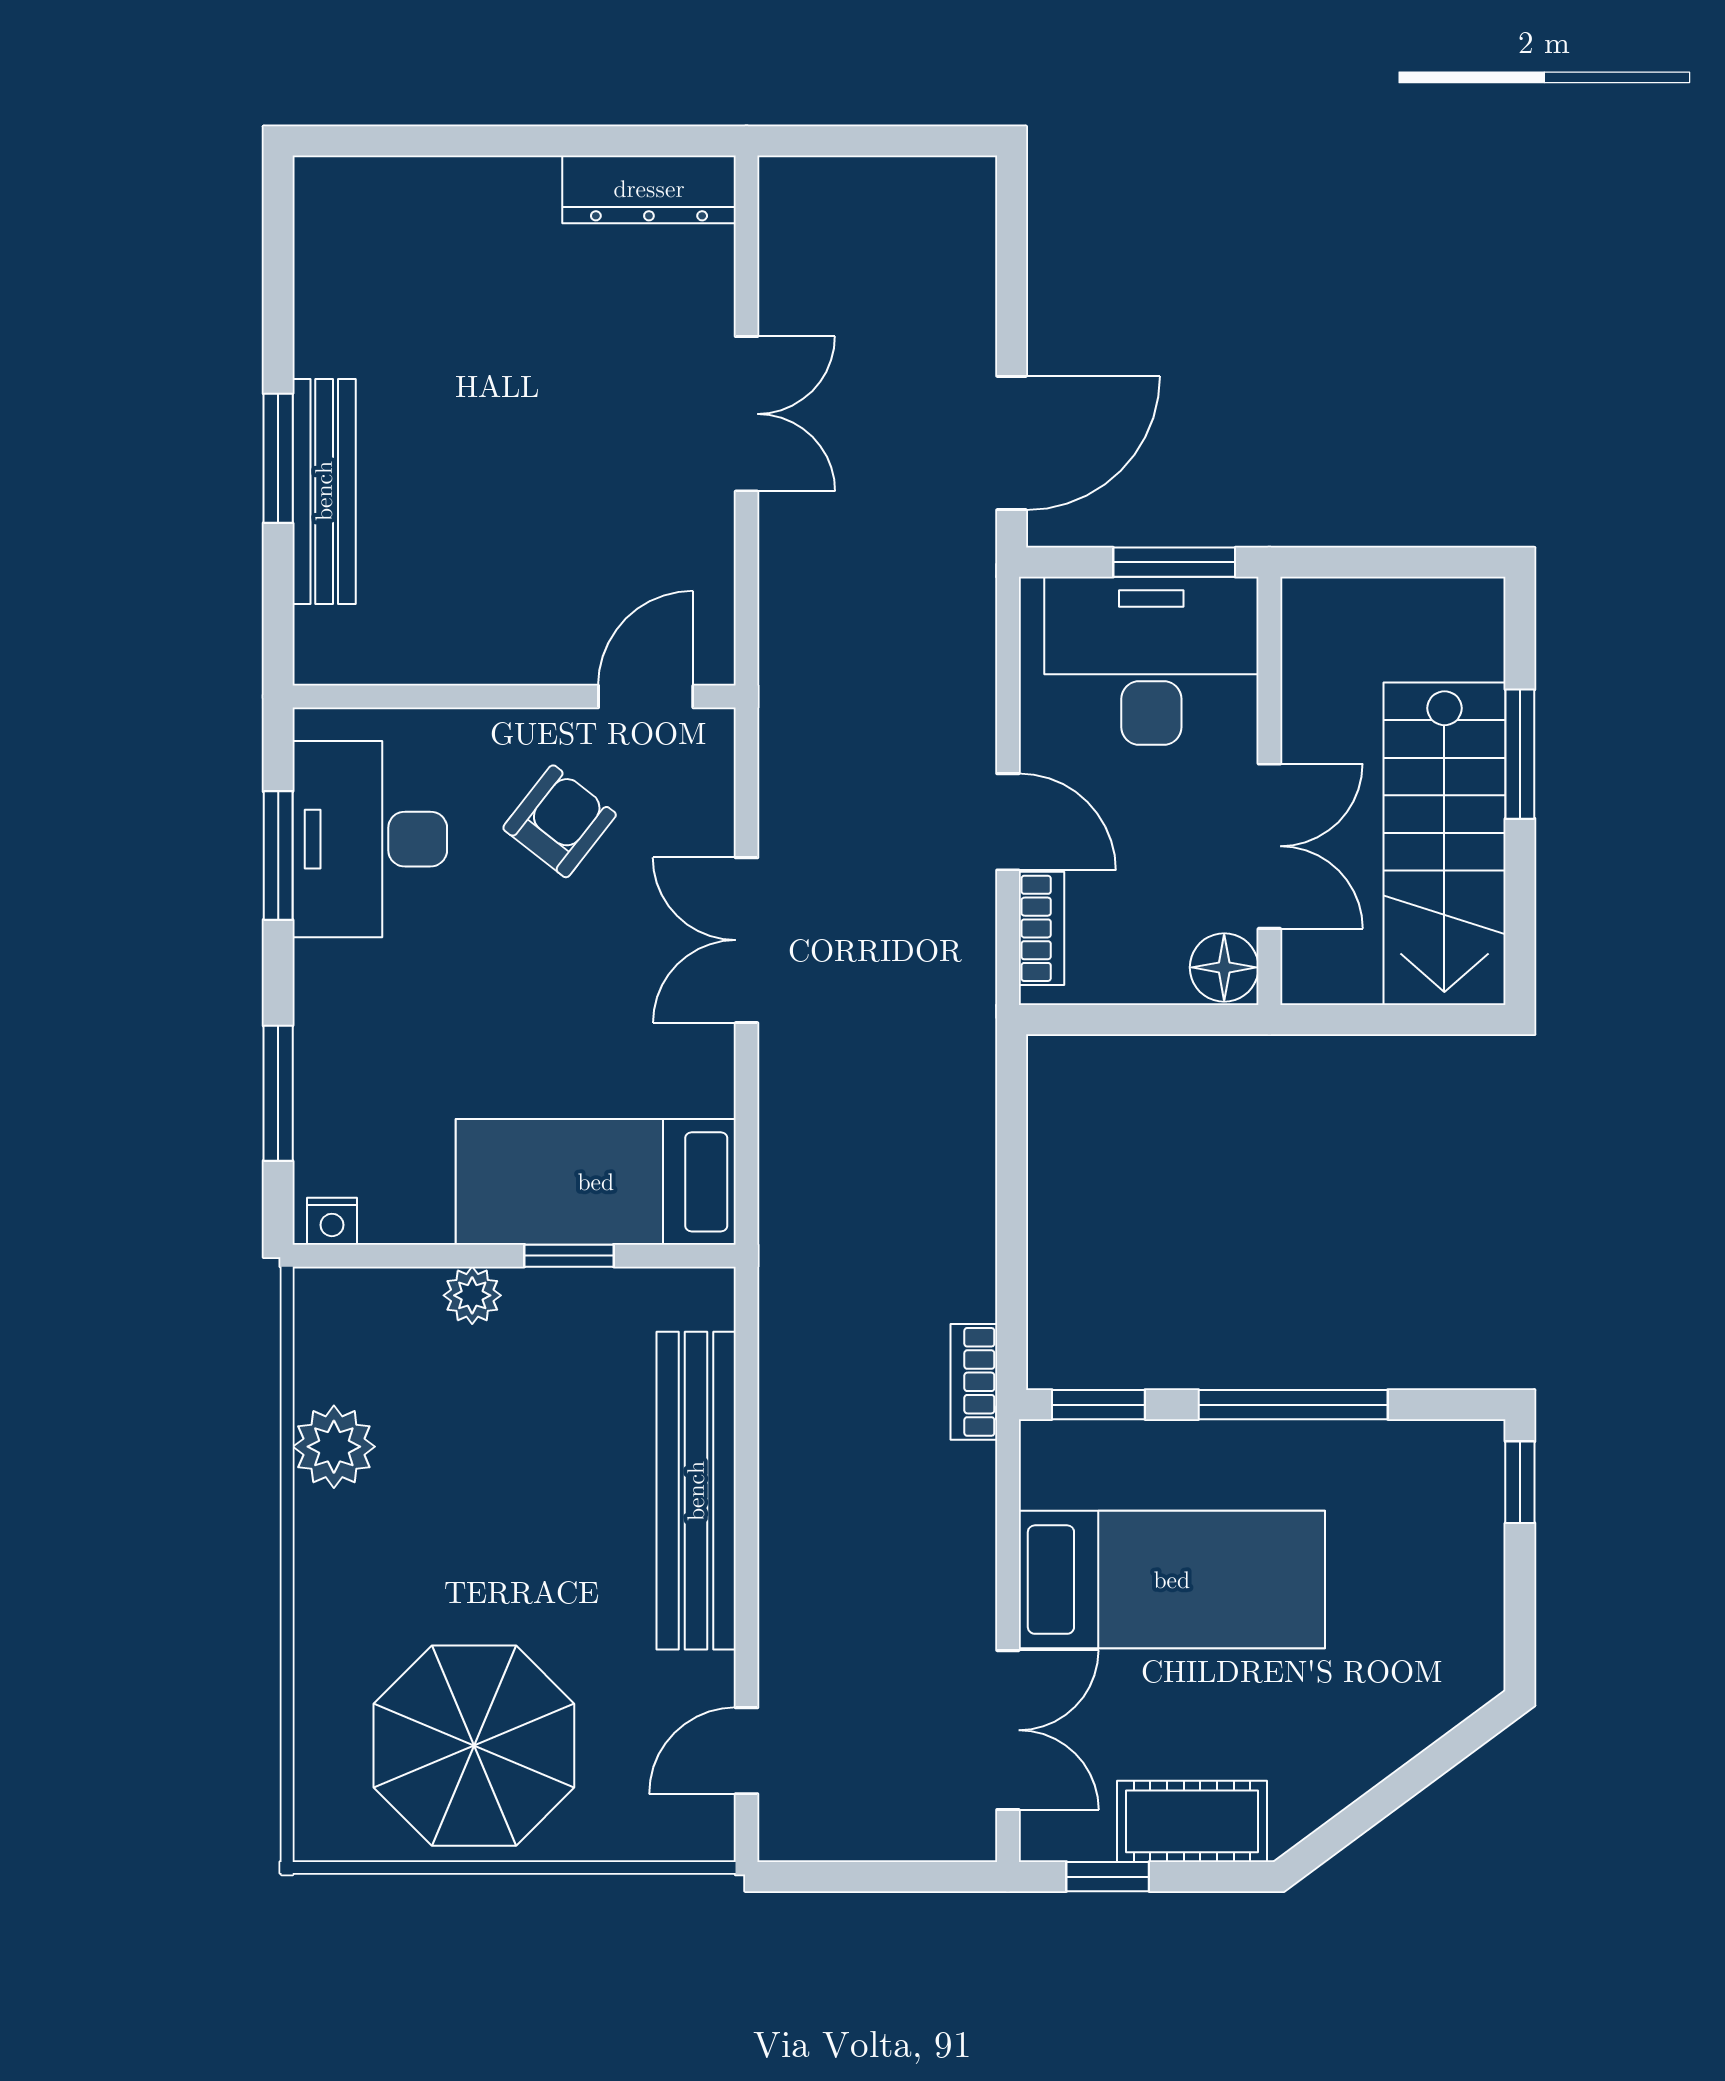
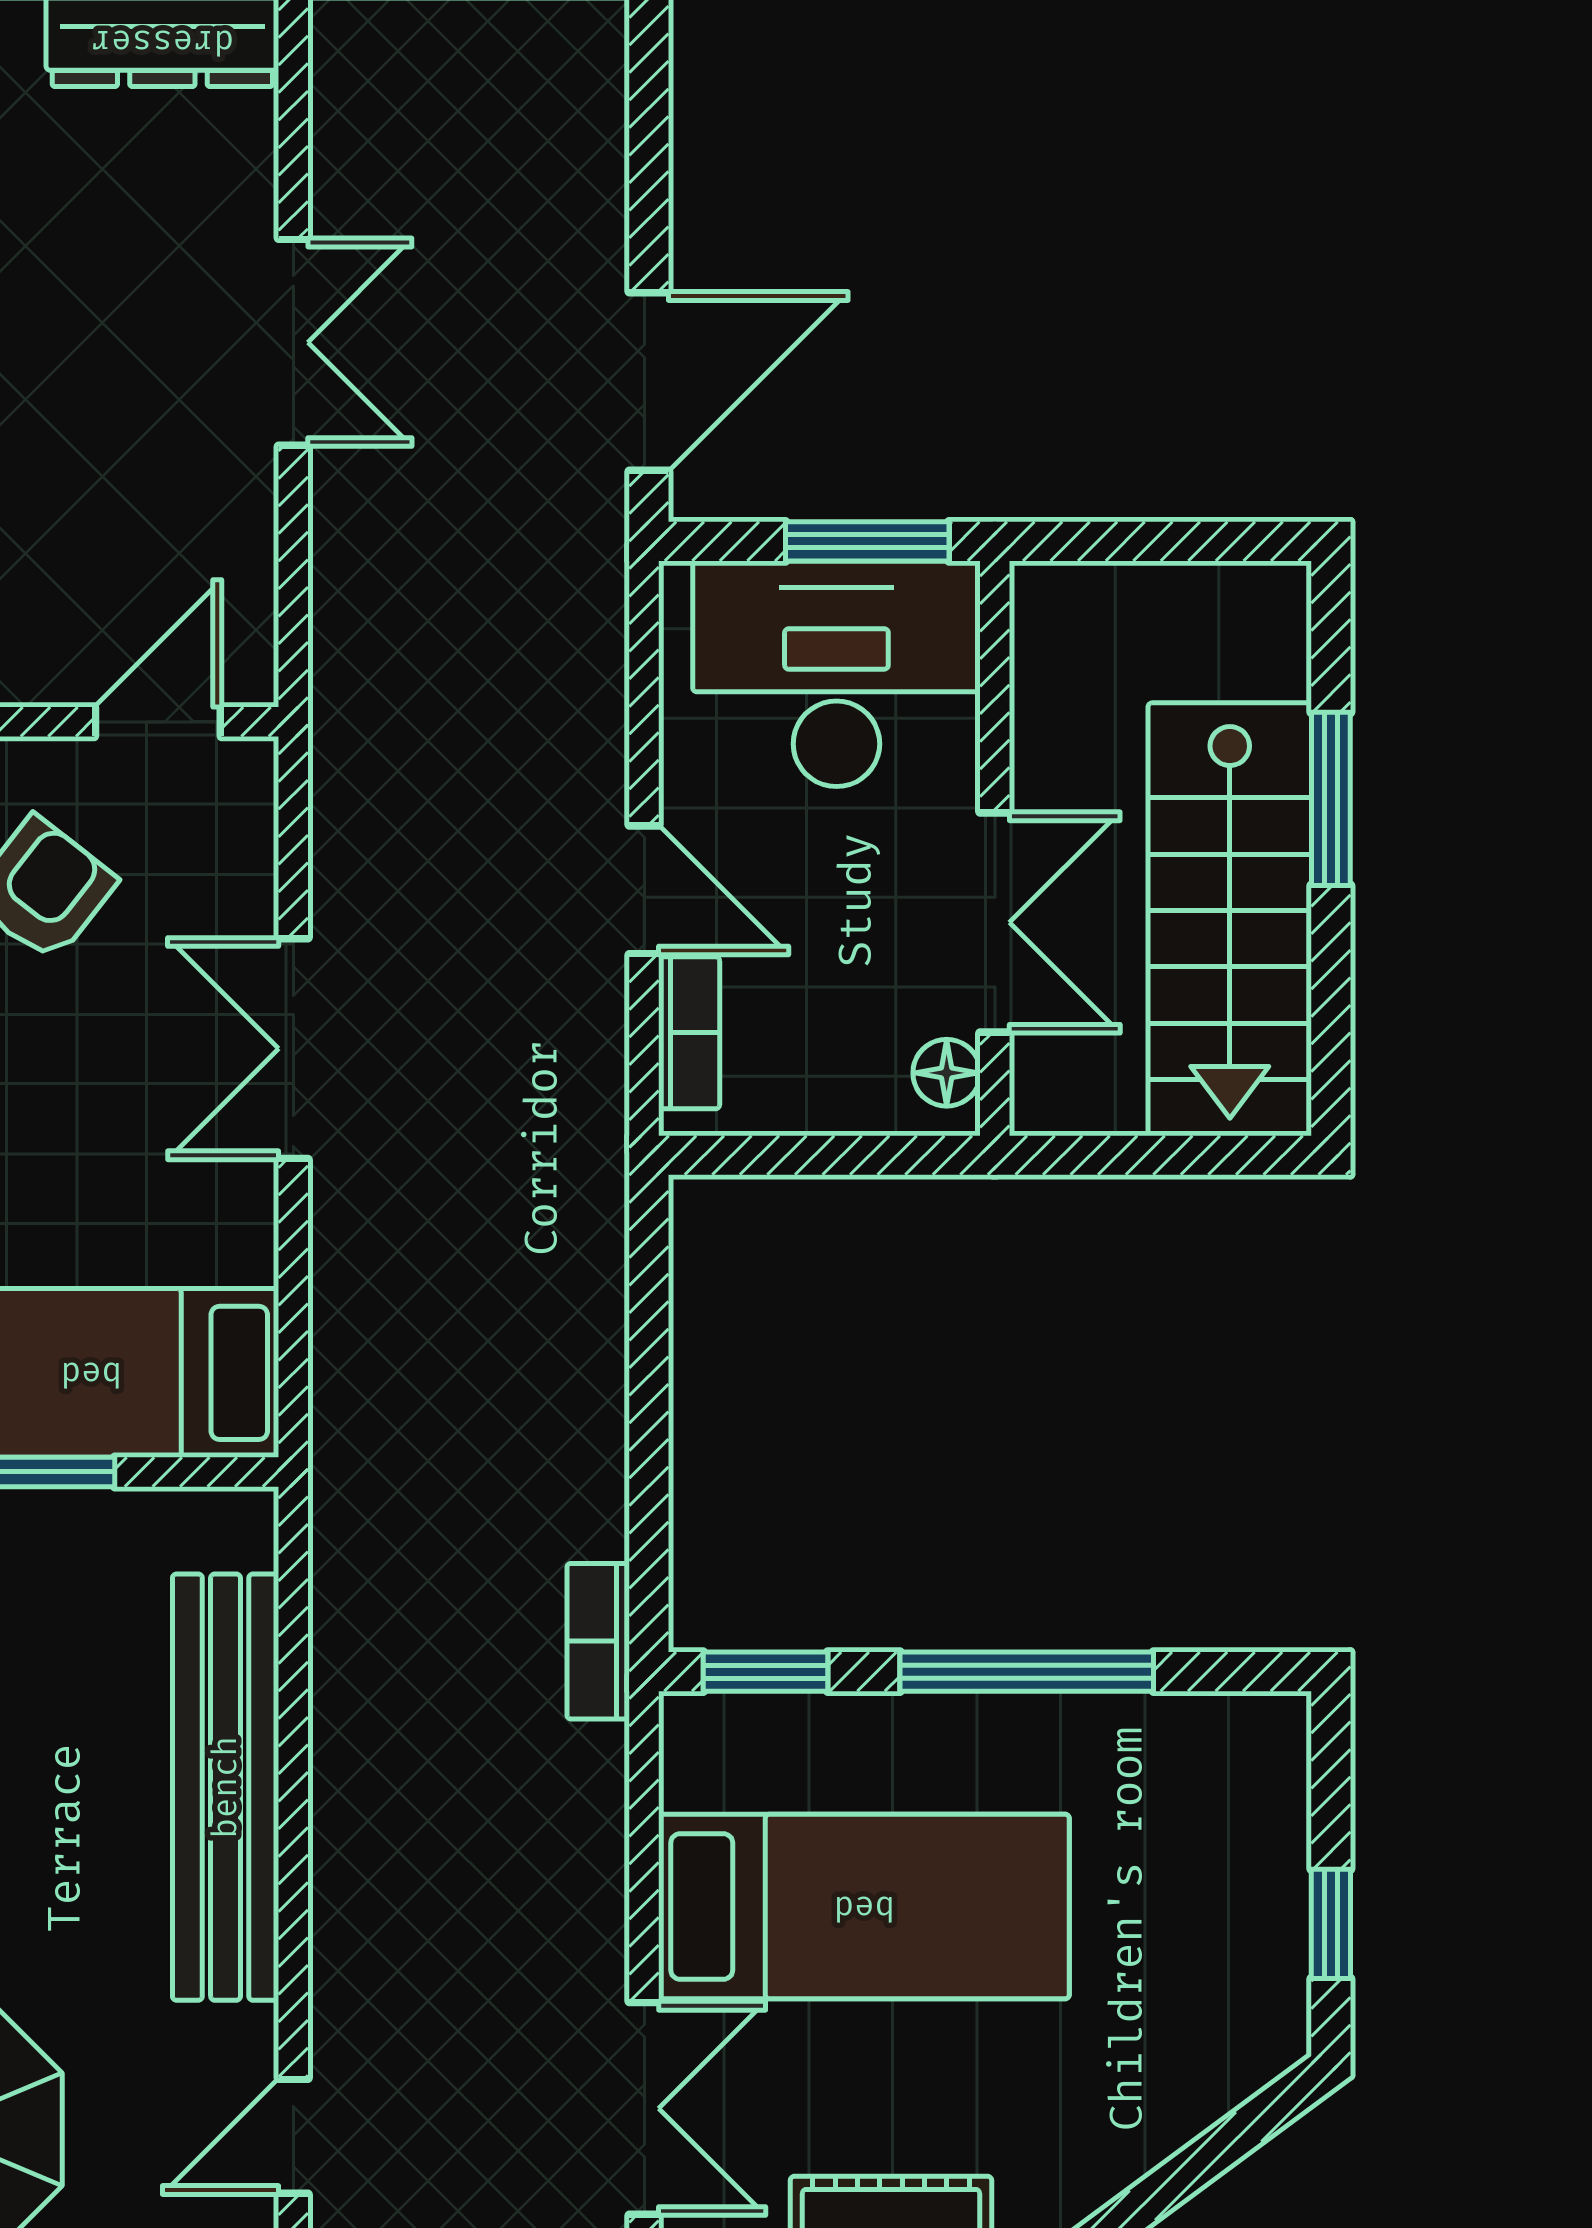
floor lamp: (1224, 967) -> (947, 1073), width x0.73, depth x0.73
window: (1520, 1482) -> (1331, 1924), moved

